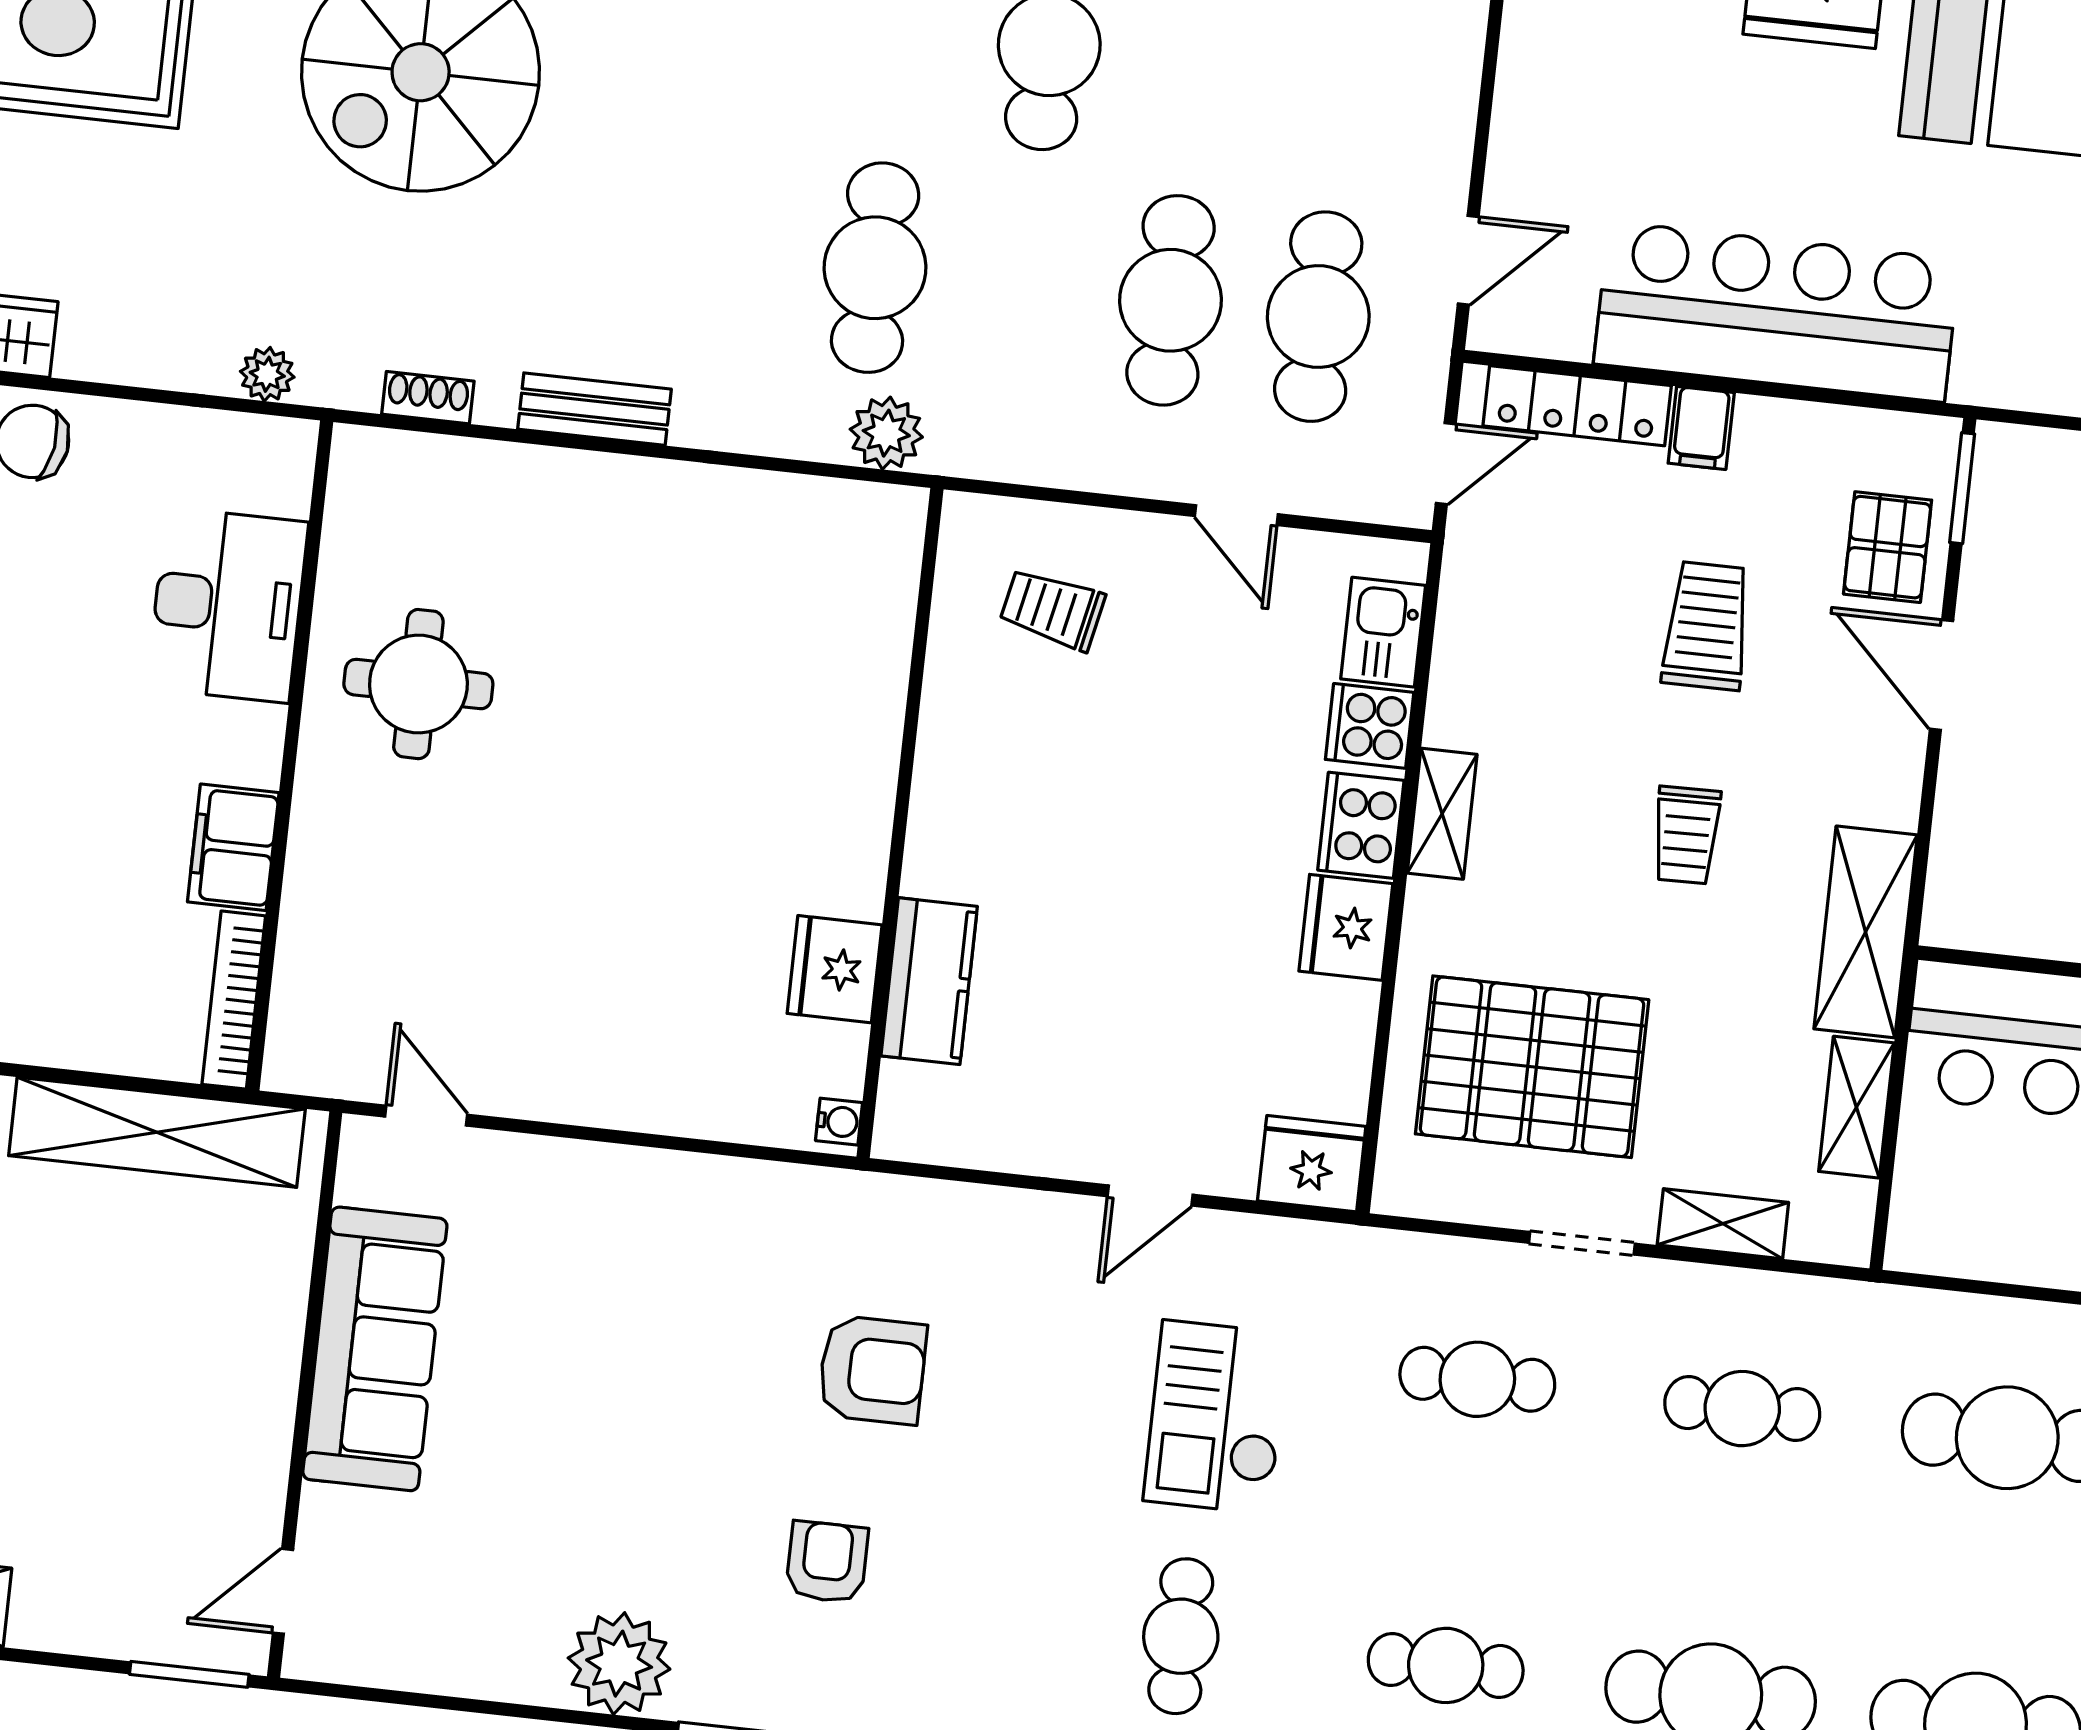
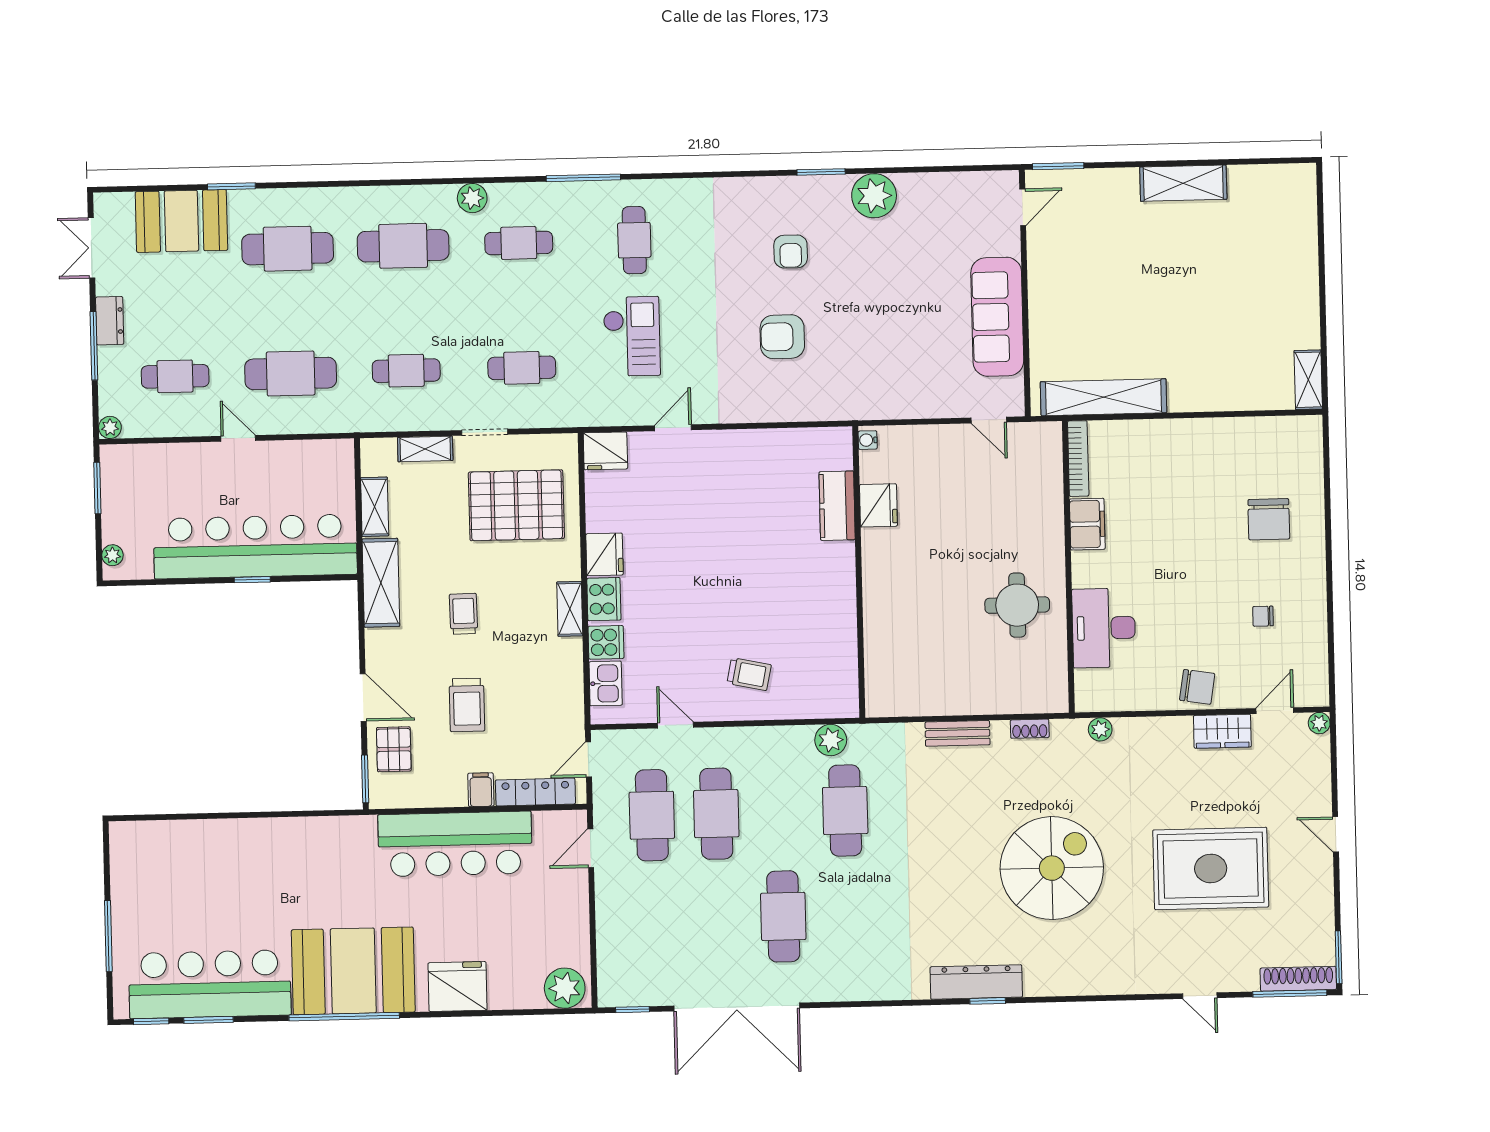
wall: (900, 823) -> (859, 572), moved
fridge: (835, 969) -> (878, 505), moved
kitchen counter: (929, 981) -> (837, 506), moved
water cooler: (839, 1122) -> (868, 440), moved

